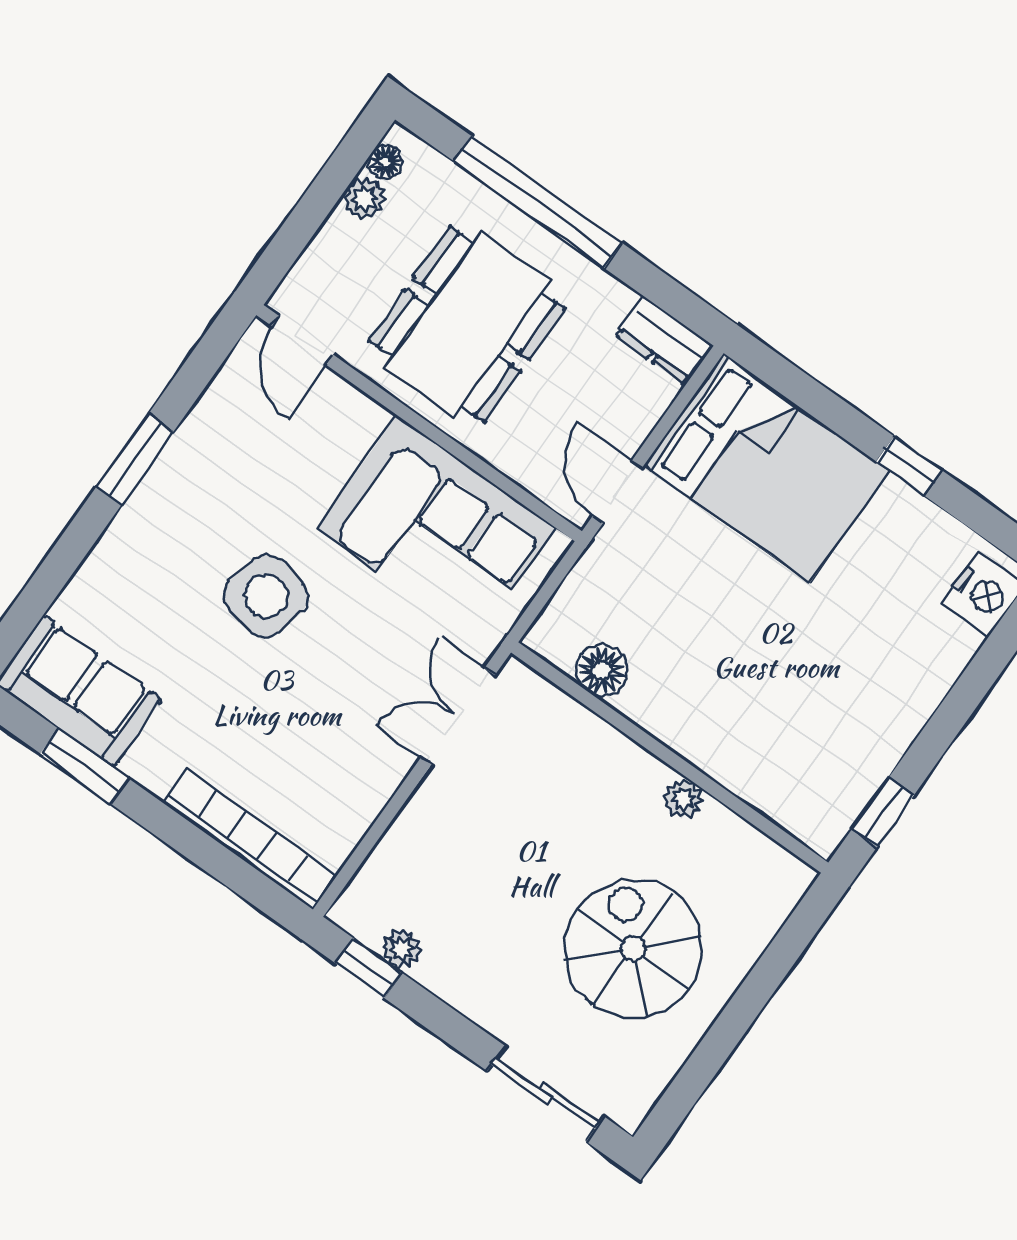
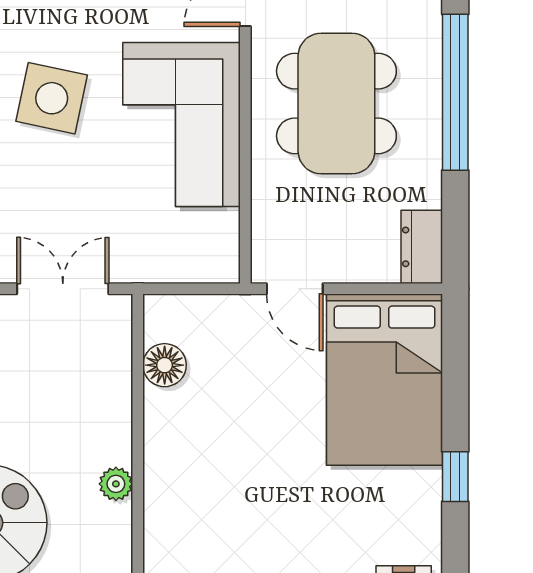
dining table: (467, 324) -> (336, 104), turned 90
door: (617, 492) -> (295, 289), swing flipped
corner sofa: (436, 528) -> (182, 125), moved

